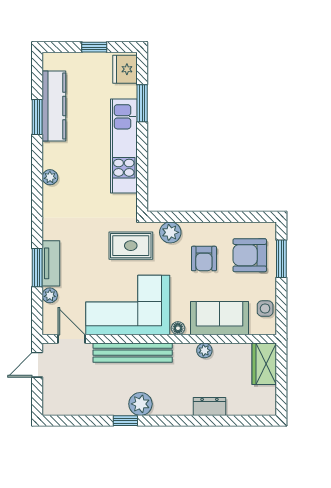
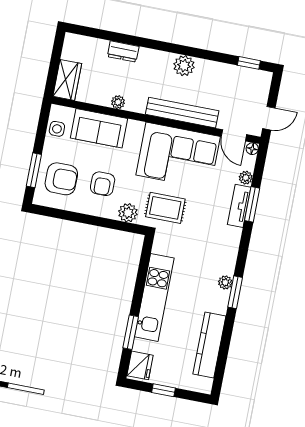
window: (37, 117) -> (235, 292), moved
armchair: (204, 259) -> (103, 184), turned 180
floor lamp: (178, 328) -> (252, 149), moved
window: (125, 421) -> (249, 63), moved

